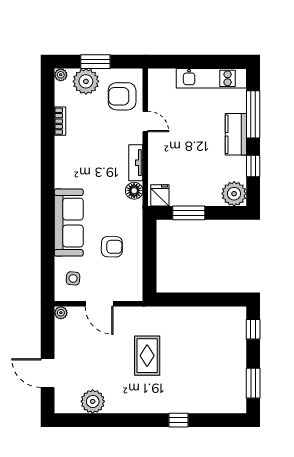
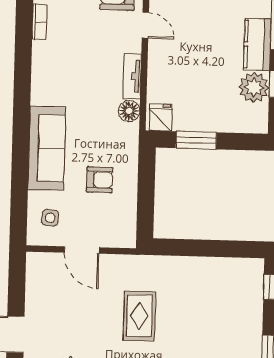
plant: (234, 194) -> (254, 87), moved
plant: (61, 313) -> (34, 260), removed

